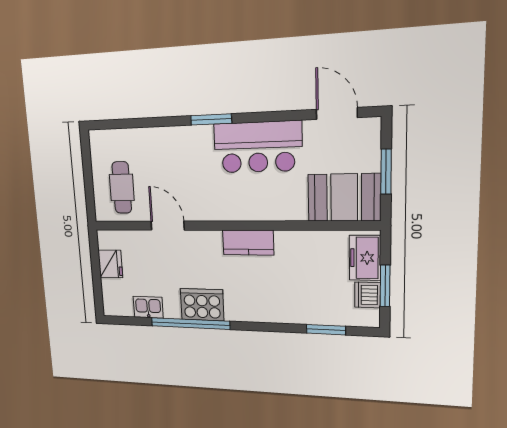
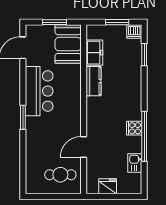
kitchen counter: (248, 243) -> (93, 81), moved
freezer: (365, 258) -> (94, 53), moved, turned -90
dishwasher: (367, 295) -> (134, 32), moved
cooker: (202, 305) -> (134, 128), width x0.53, depth x0.76

